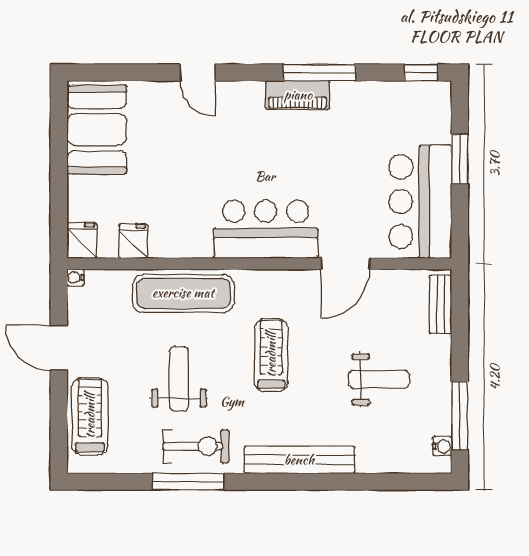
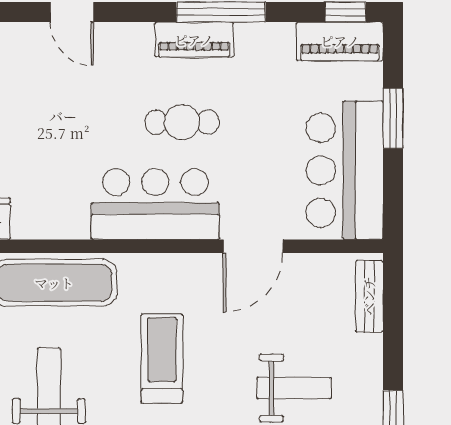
piano: (416, 96) -> (340, 41), added
cafe table: (287, 162) -> (182, 122), added

